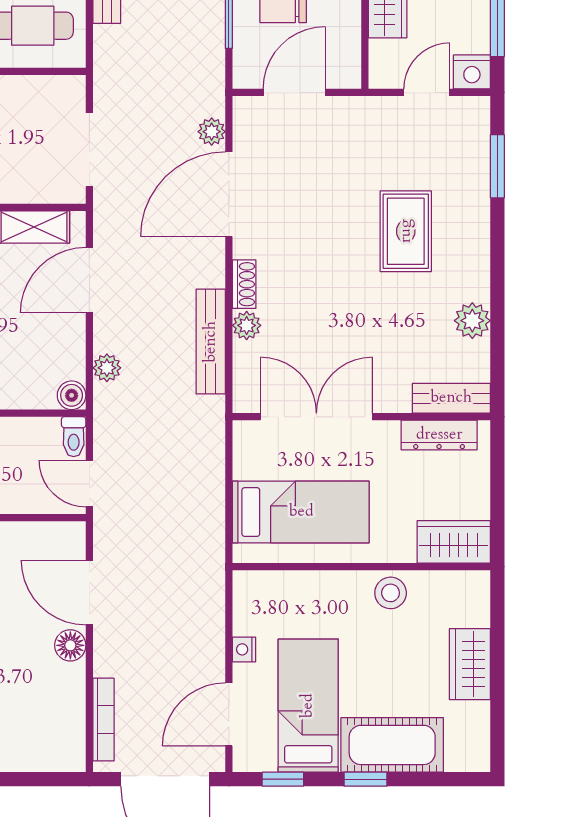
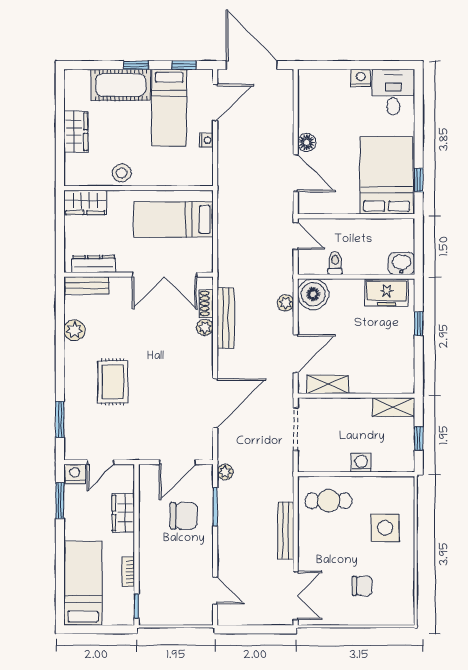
plant: (212, 132) -> (225, 472), moved
shoe rack: (244, 284) -> (206, 304), moved
boiler: (72, 395) -> (313, 294), width x1.86, depth x1.86
toilet: (74, 437) -> (335, 263), moved
bookcase: (103, 720) -> (288, 100), removed

